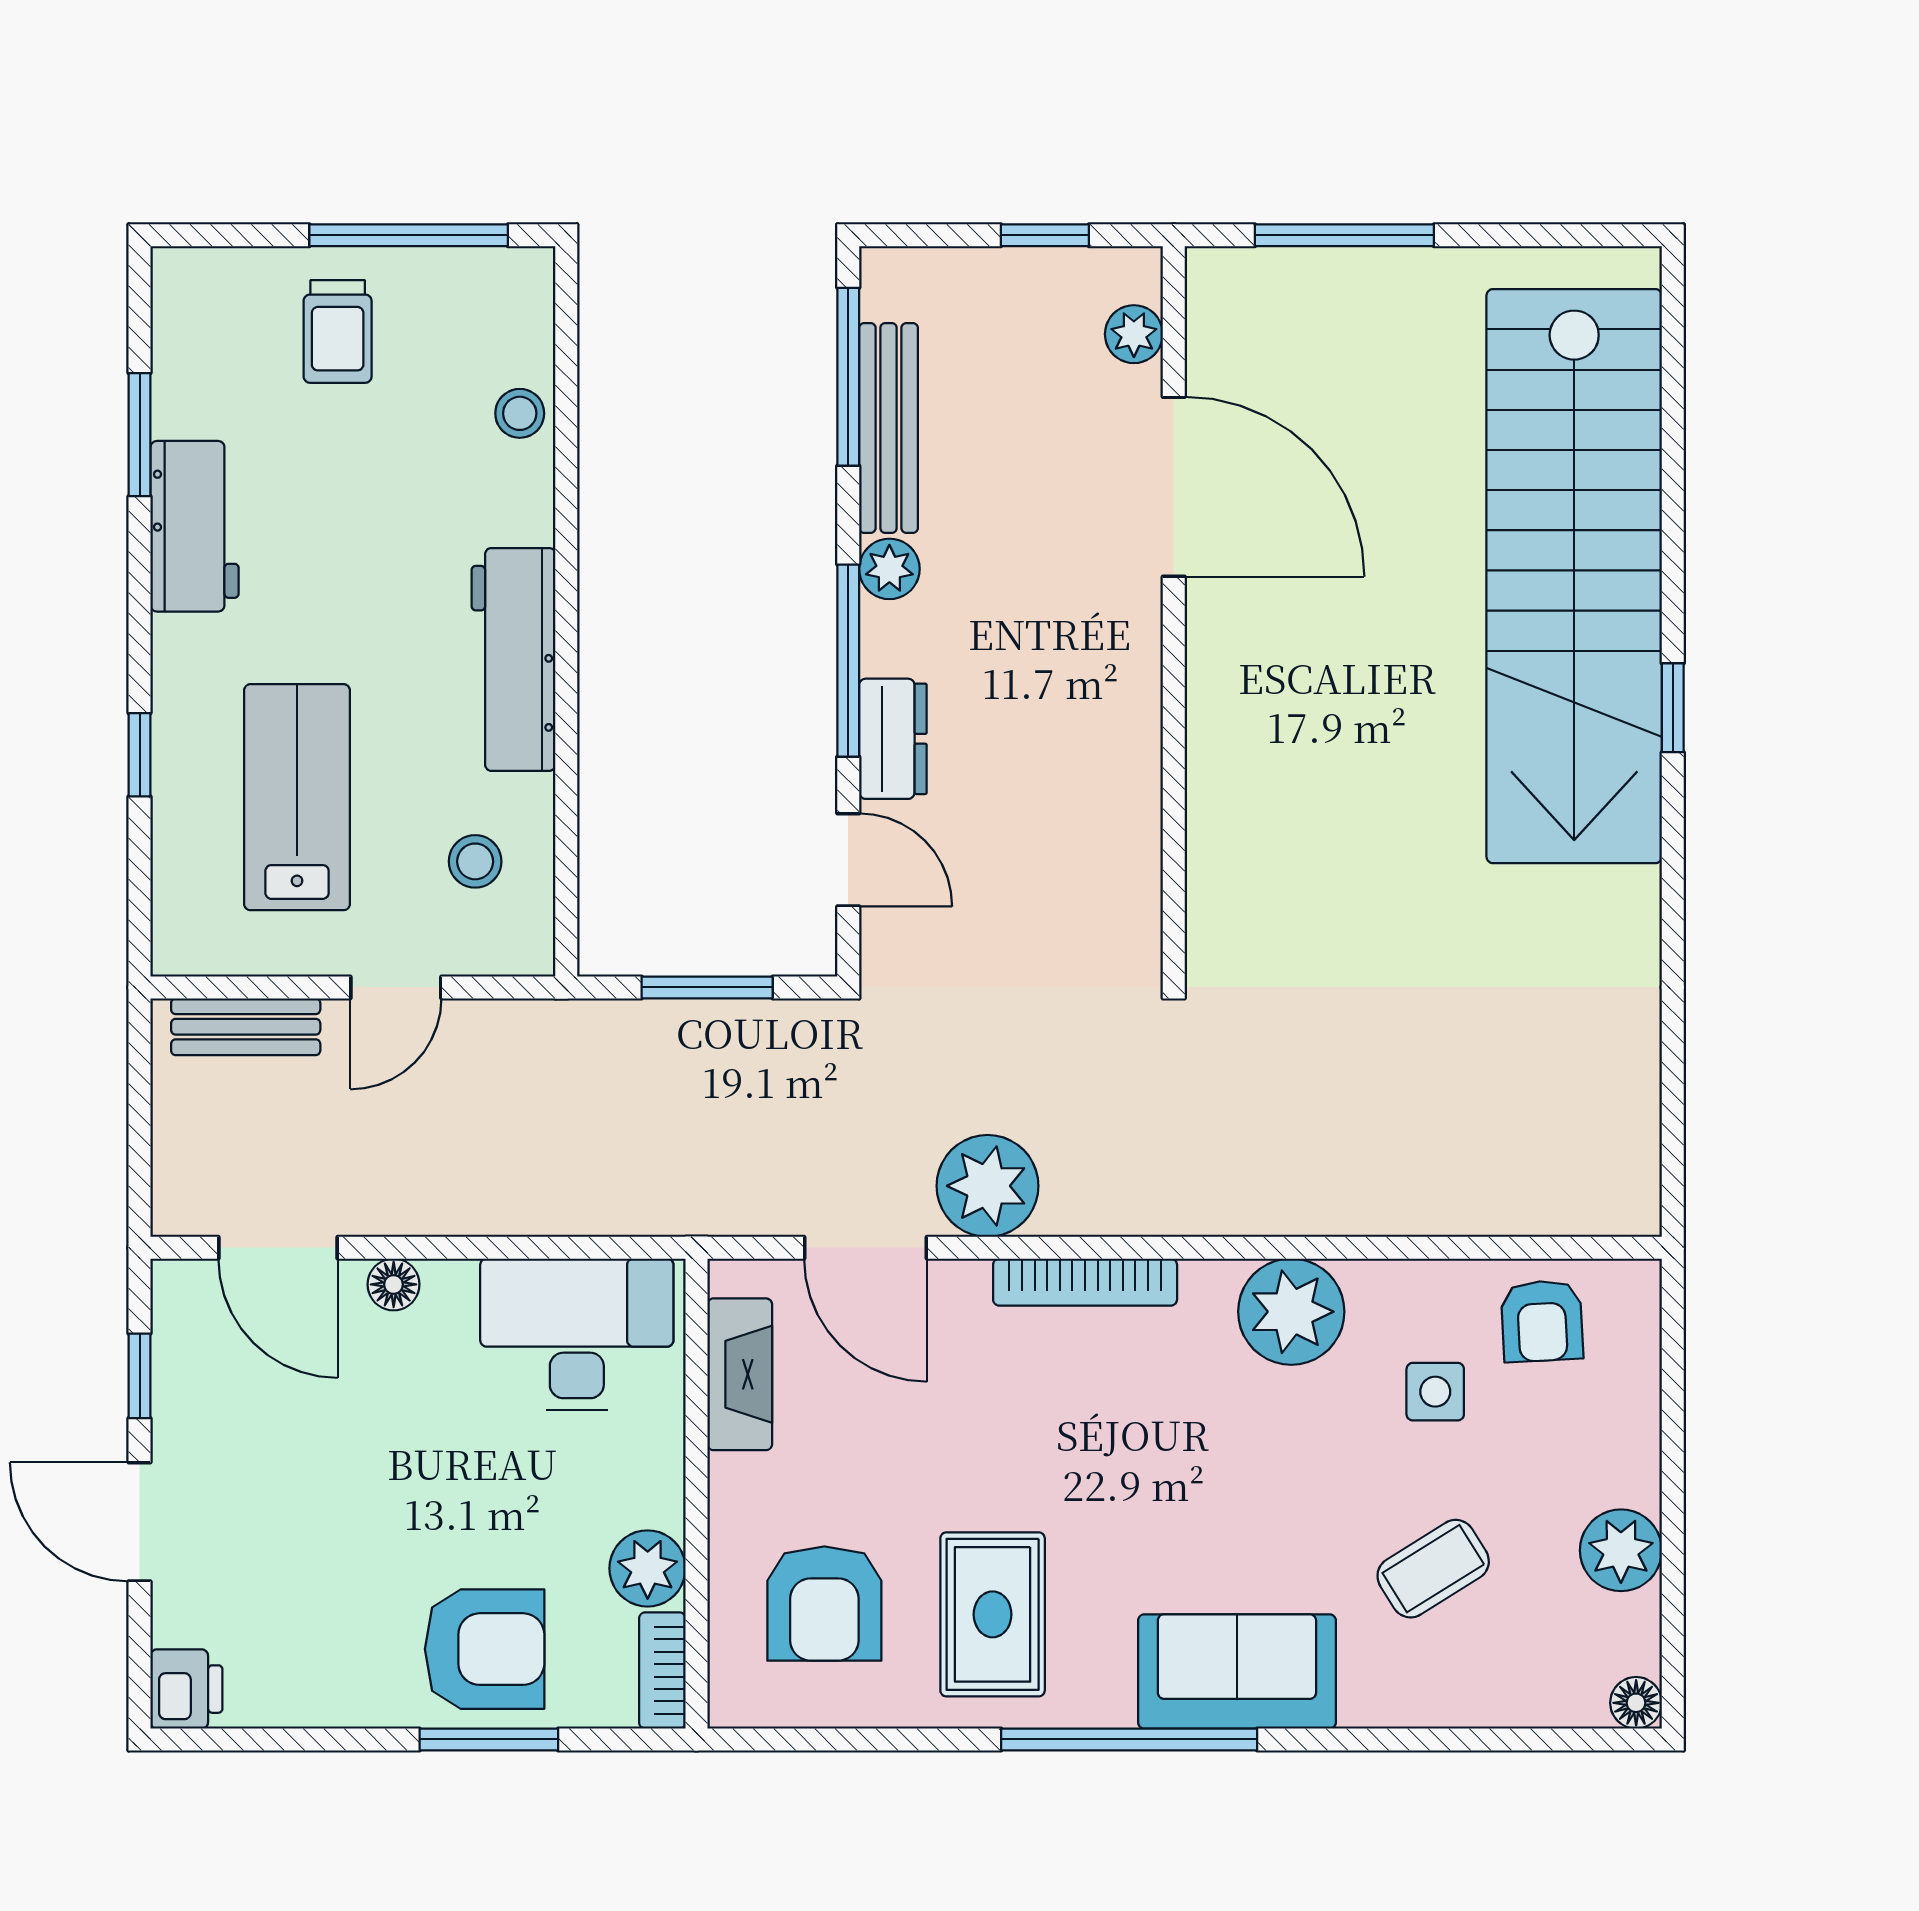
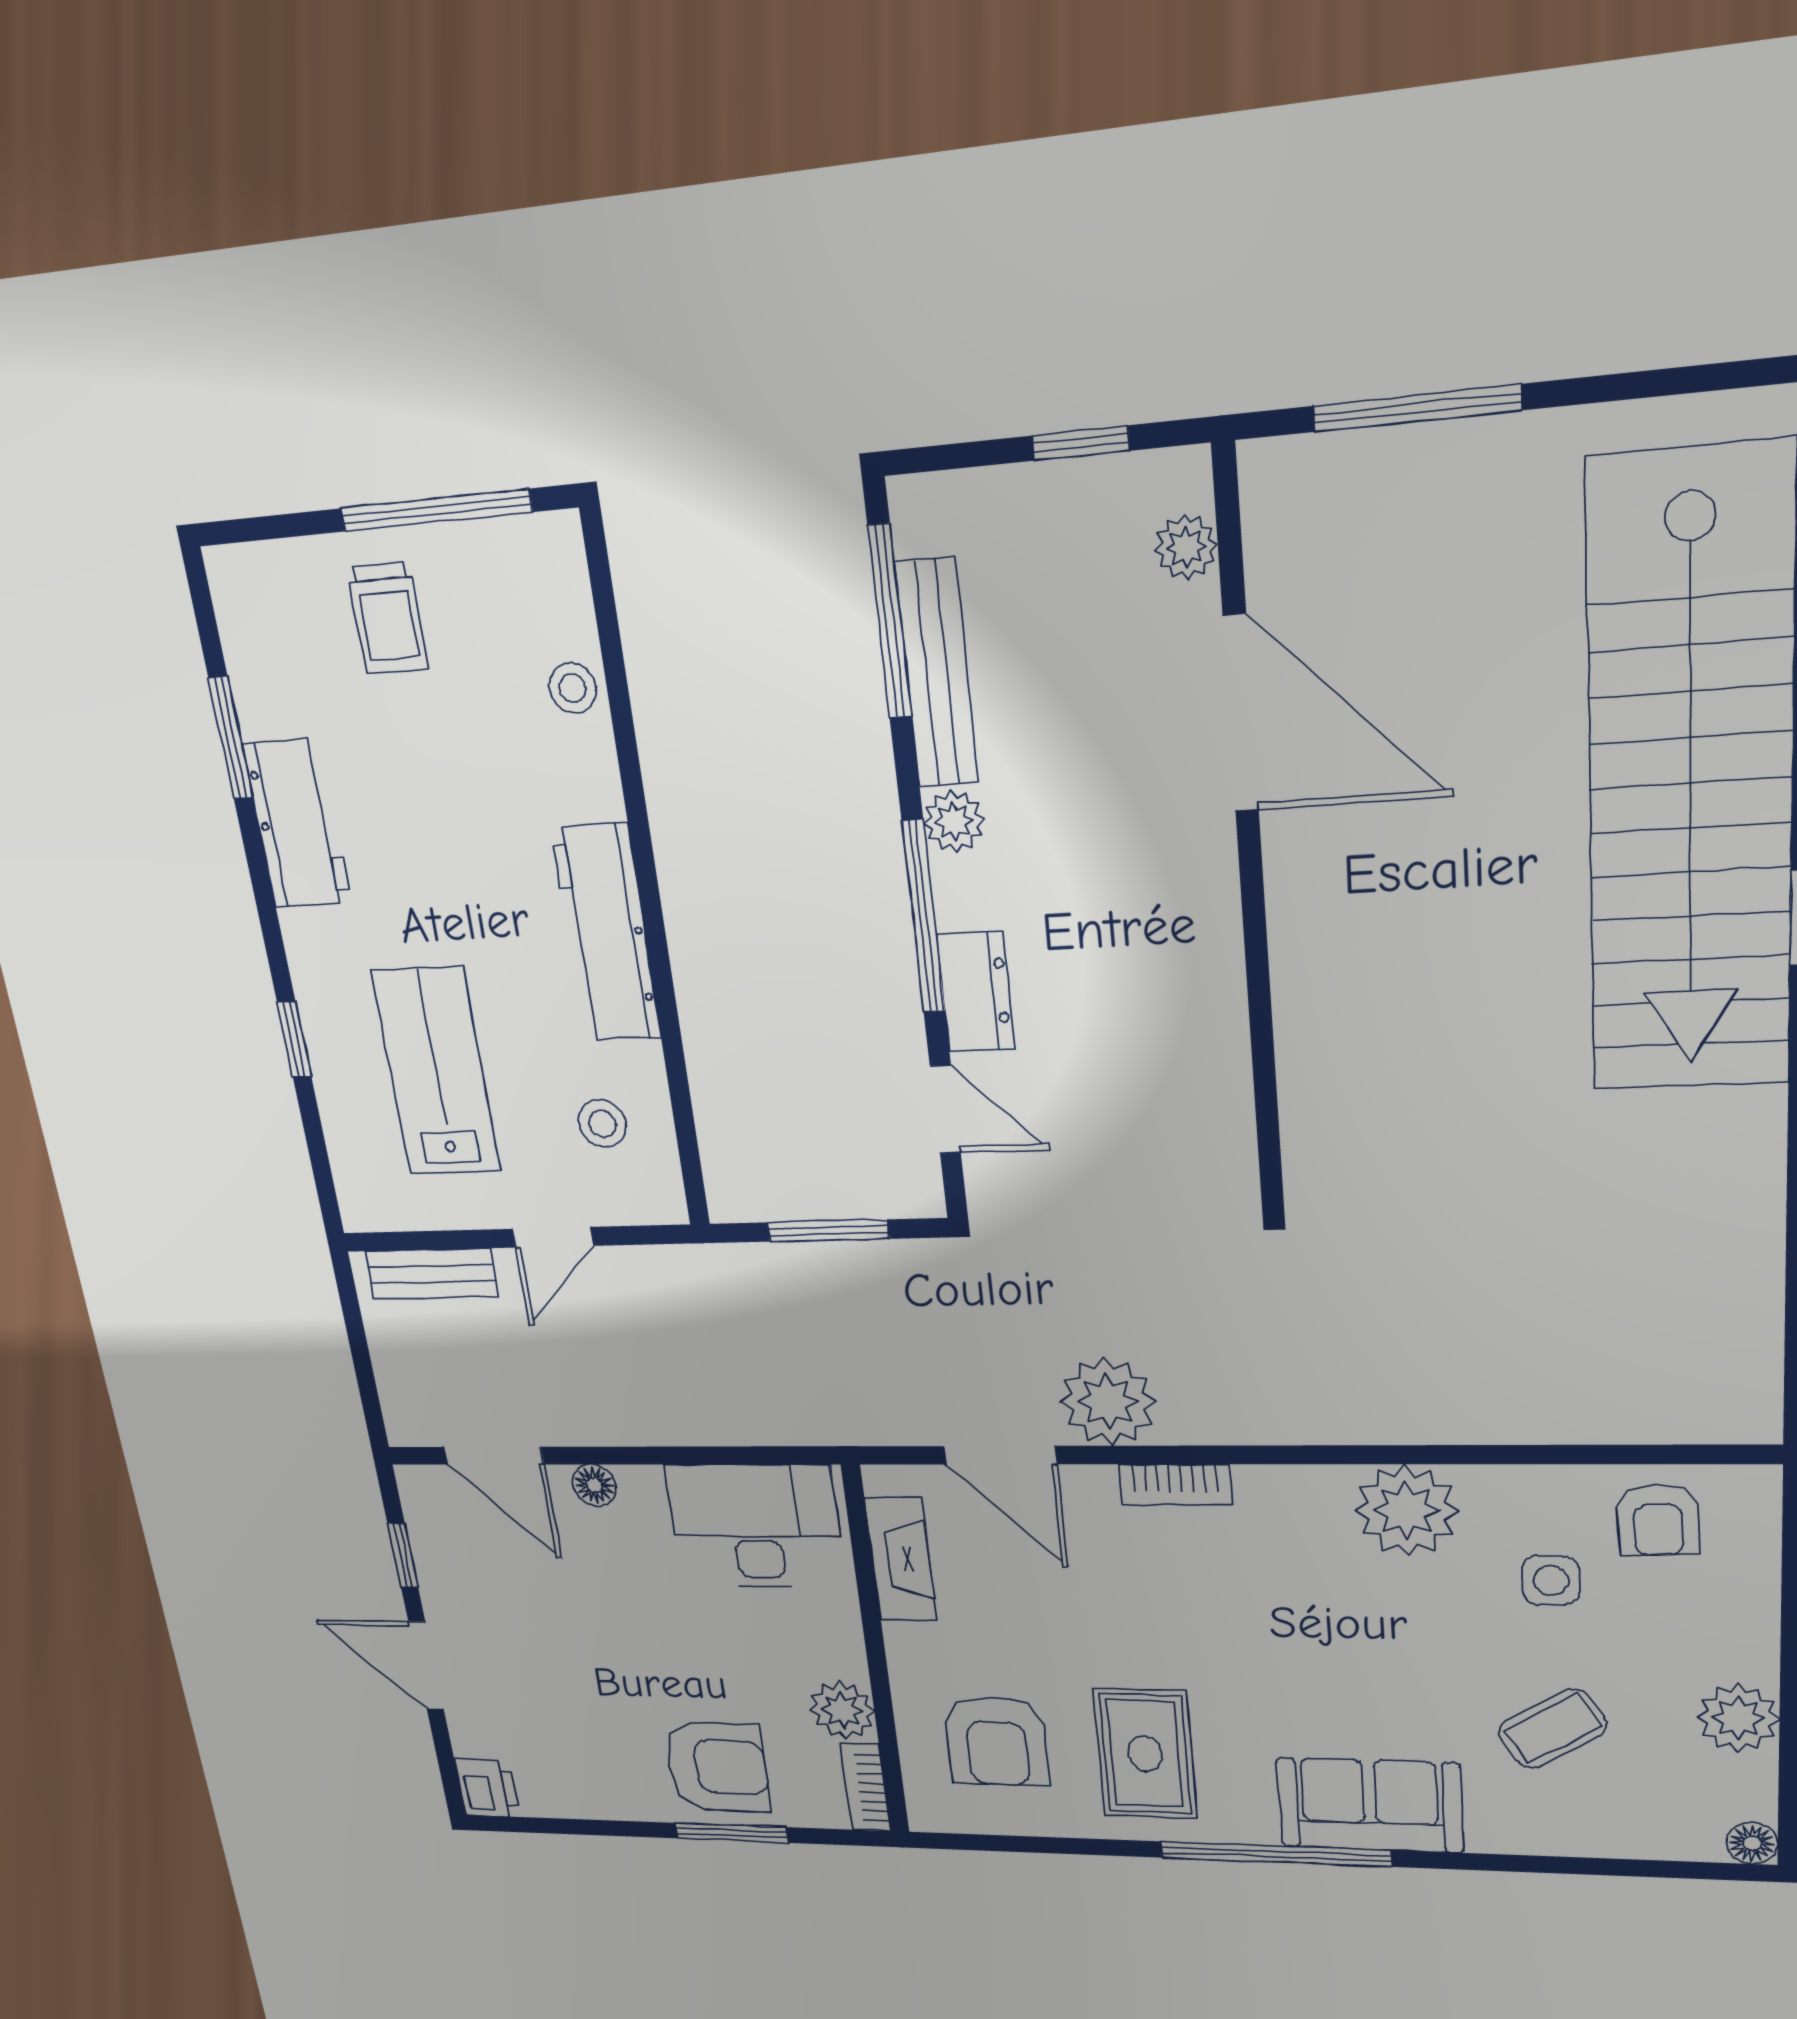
bookcase: (1085, 1282) -> (1175, 1484), width x0.64

